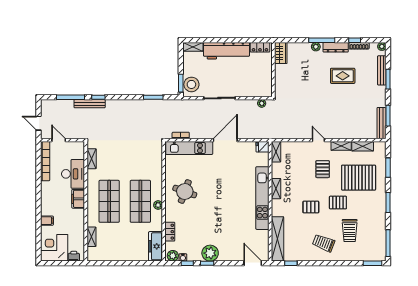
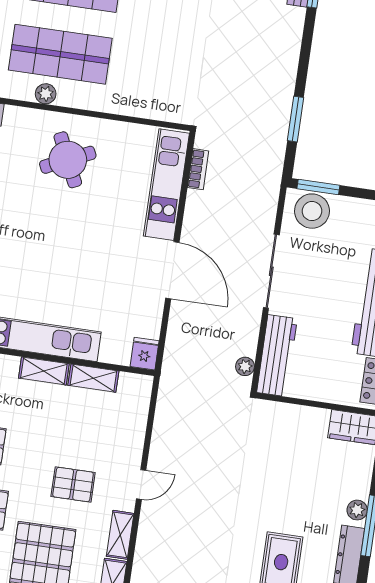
workbench: (255, 90) -> (277, 356), added
shelving: (276, 152) -> (93, 378), moved
round table: (185, 191) -> (68, 160), turned 45

